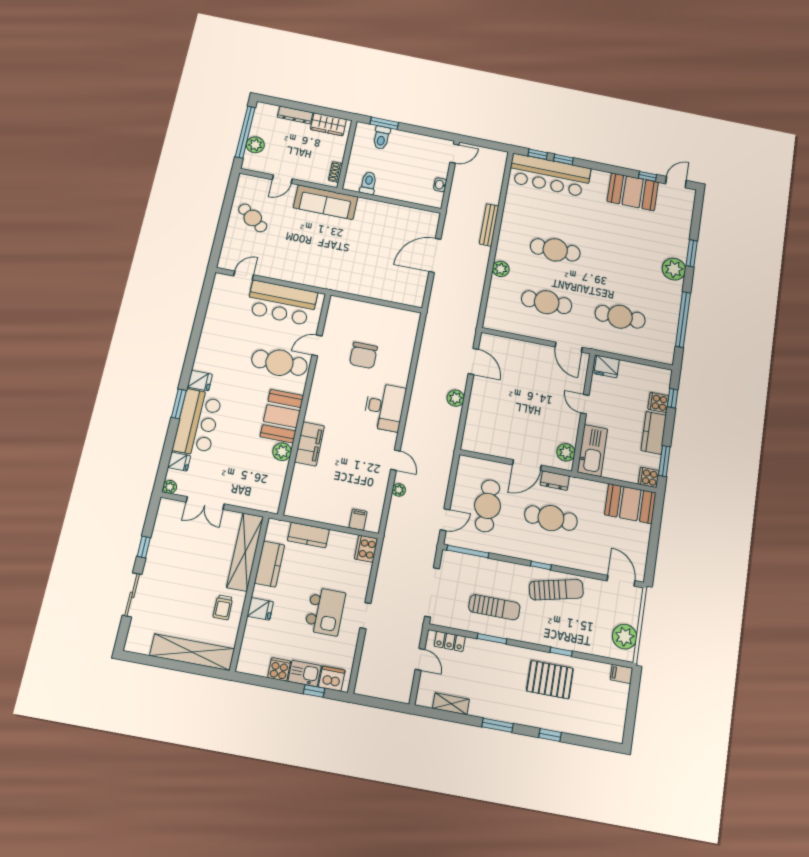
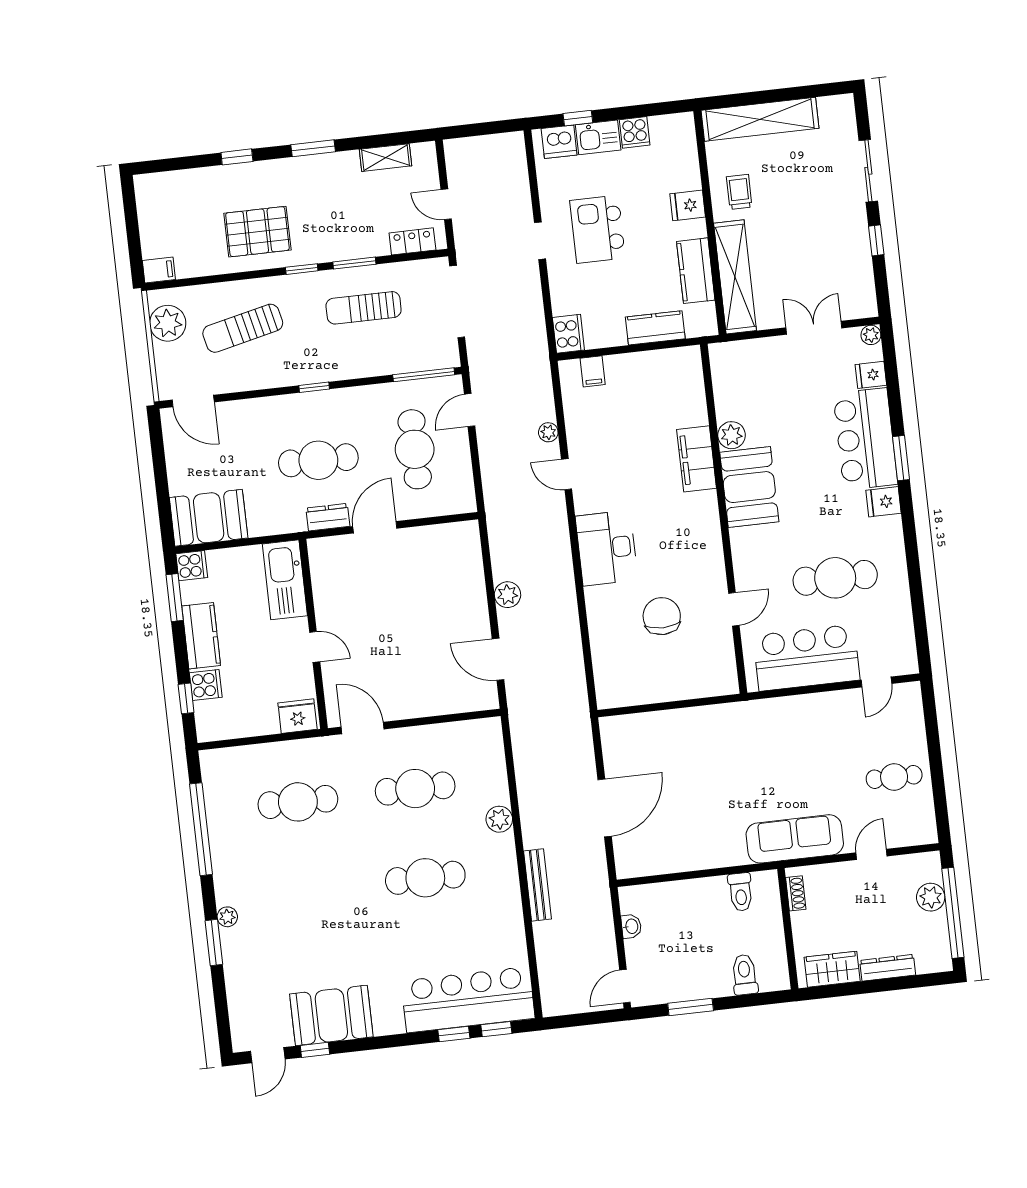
window: (384, 123) -> (691, 1007), moved
cafe table: (253, 218) -> (894, 777), turned -37
plant: (674, 269) -> (227, 917), width x0.53, depth x0.53
cafe table: (279, 363) -> (835, 578), moved
plant: (566, 452) -> (323, 565), removed
sun lounger: (556, 590) -> (243, 328), moved
window: (561, 652) -> (302, 269), moved

